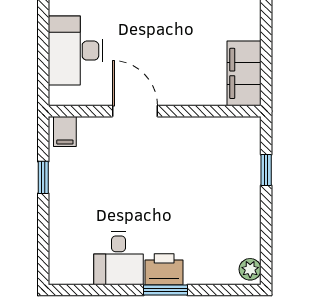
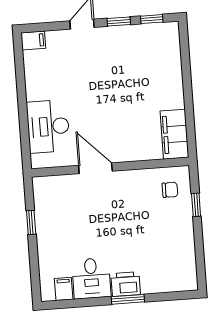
filing cabinet: (65, 131) -> (64, 289), moved, turned 180
chair: (233, 147) -> (170, 190), added
plant: (250, 269) -> (190, 279), removed

